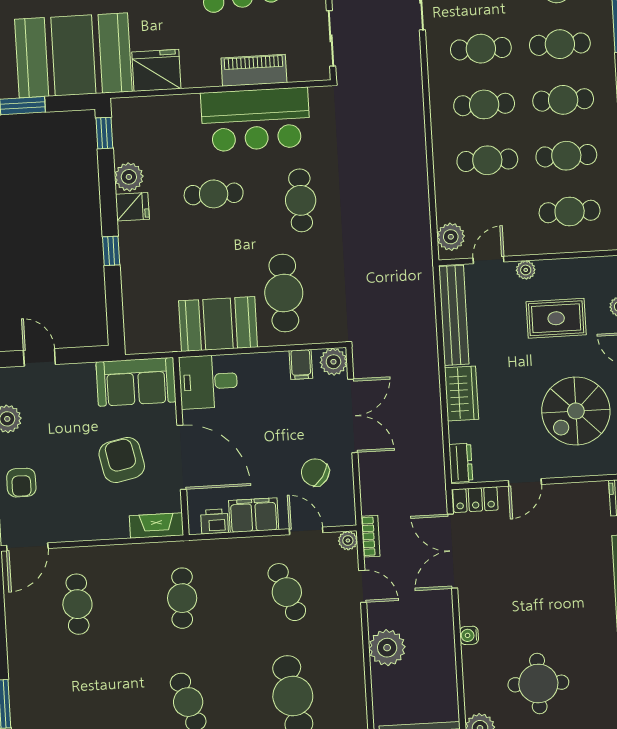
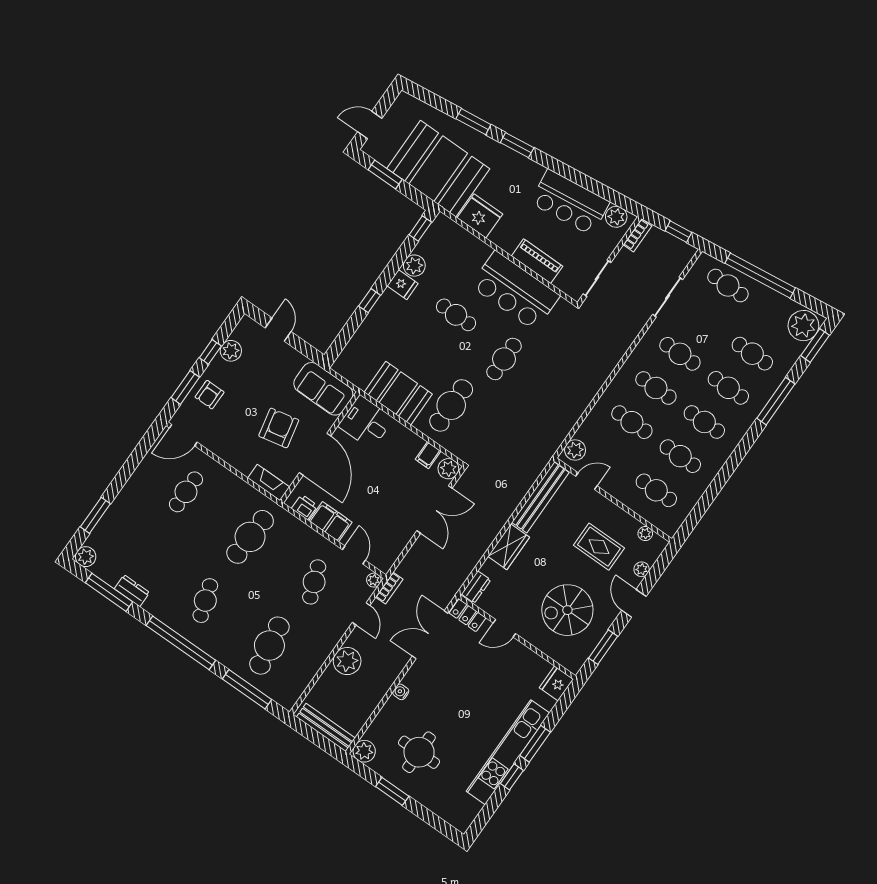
plant: (526, 270) -> (645, 534), moved
chair: (315, 472) -> (386, 525), removed
cafe table: (182, 598) -> (250, 537), width x1.37, depth x1.35

